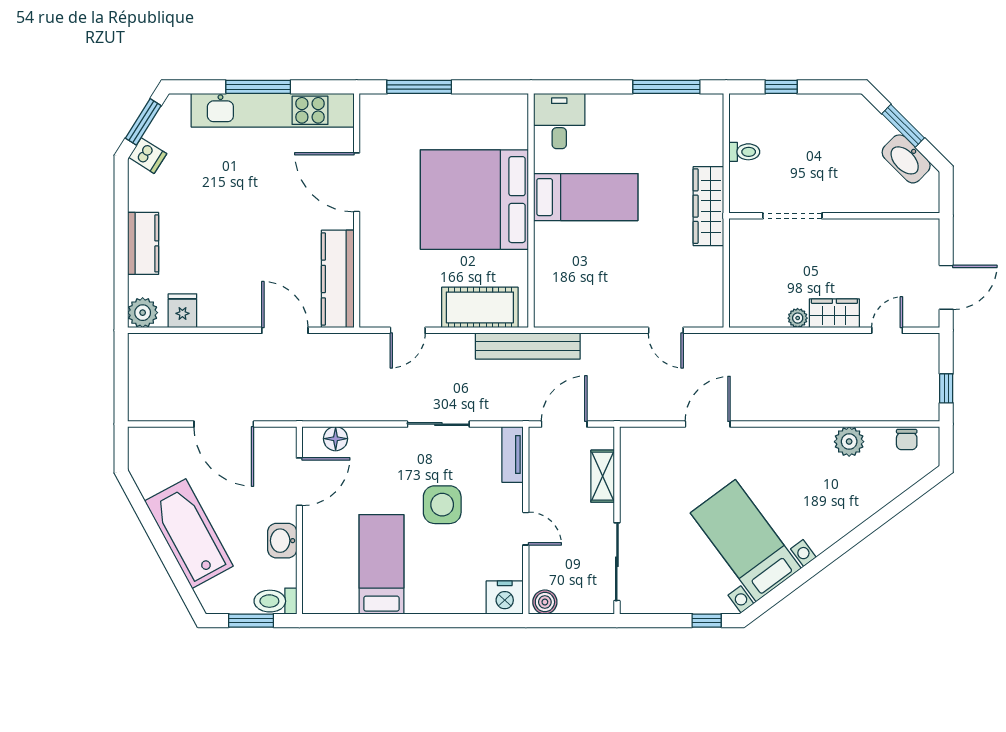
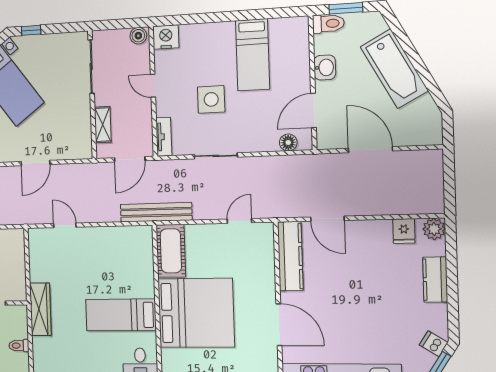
cot: (480, 307) -> (171, 251), moved, turned 90

